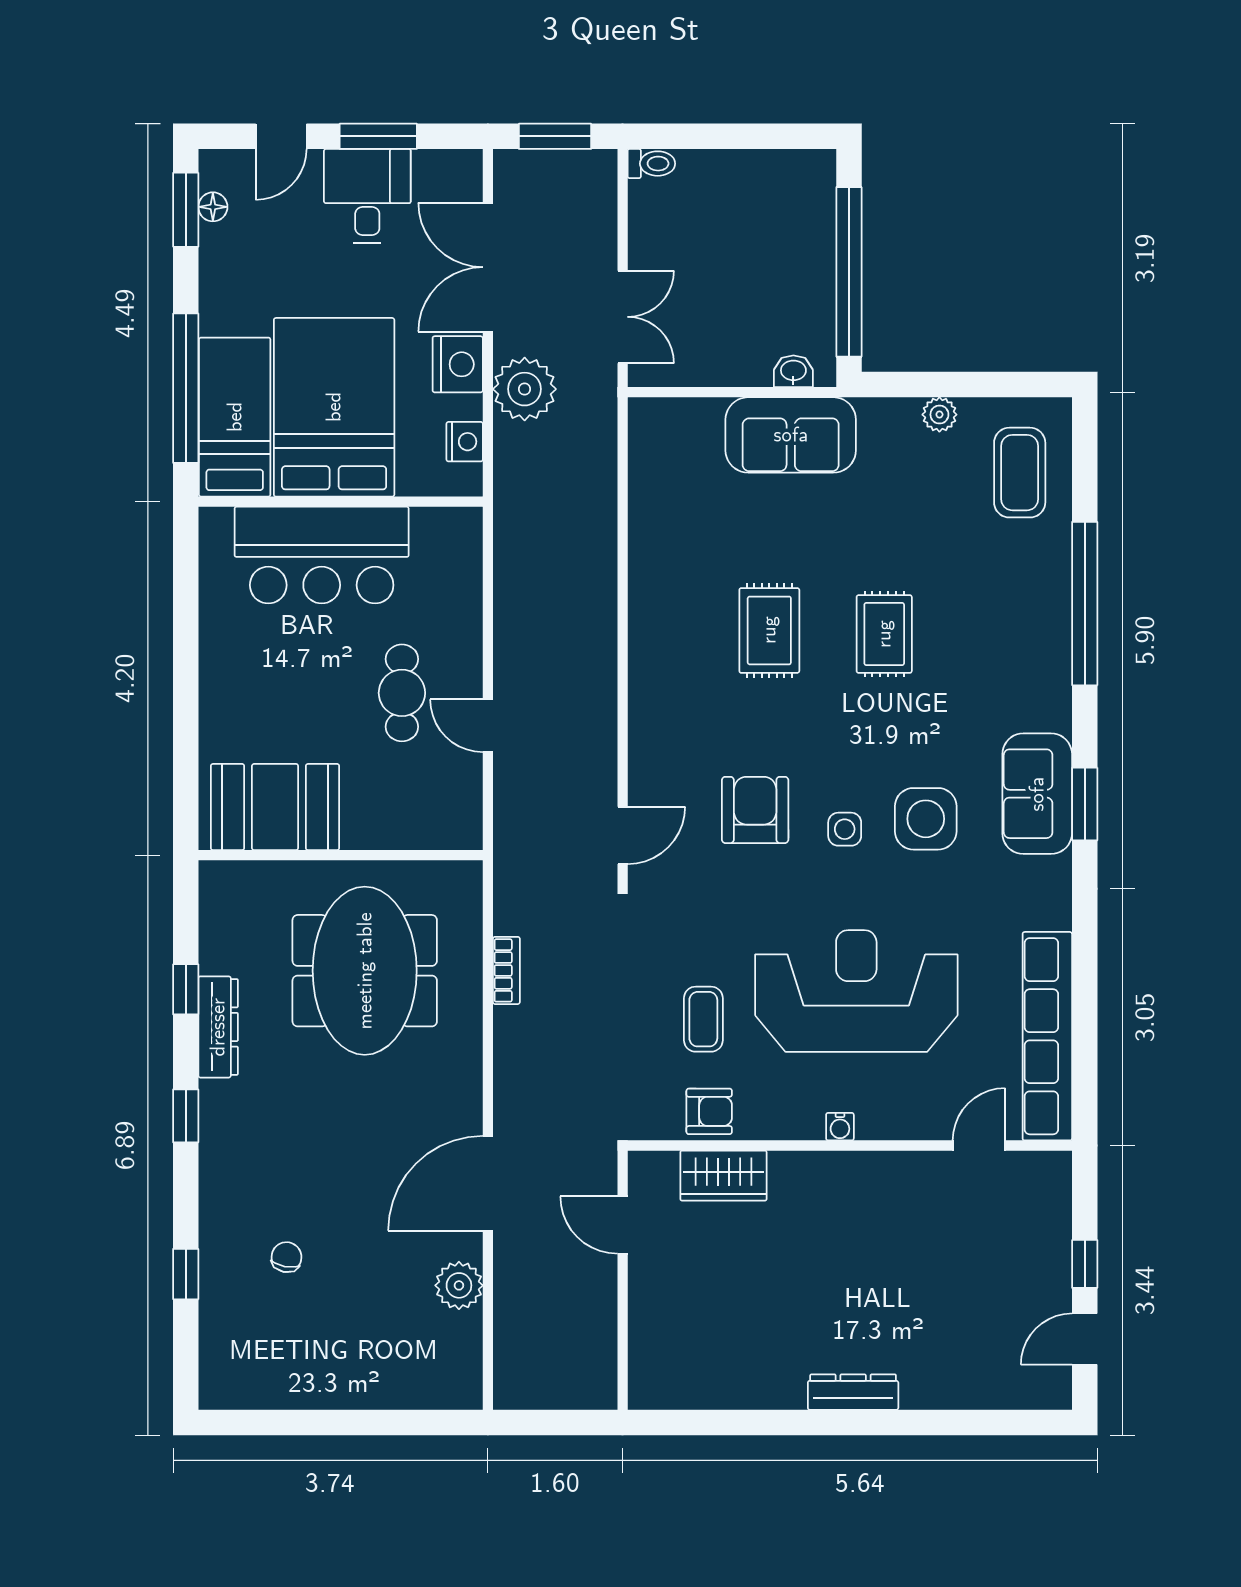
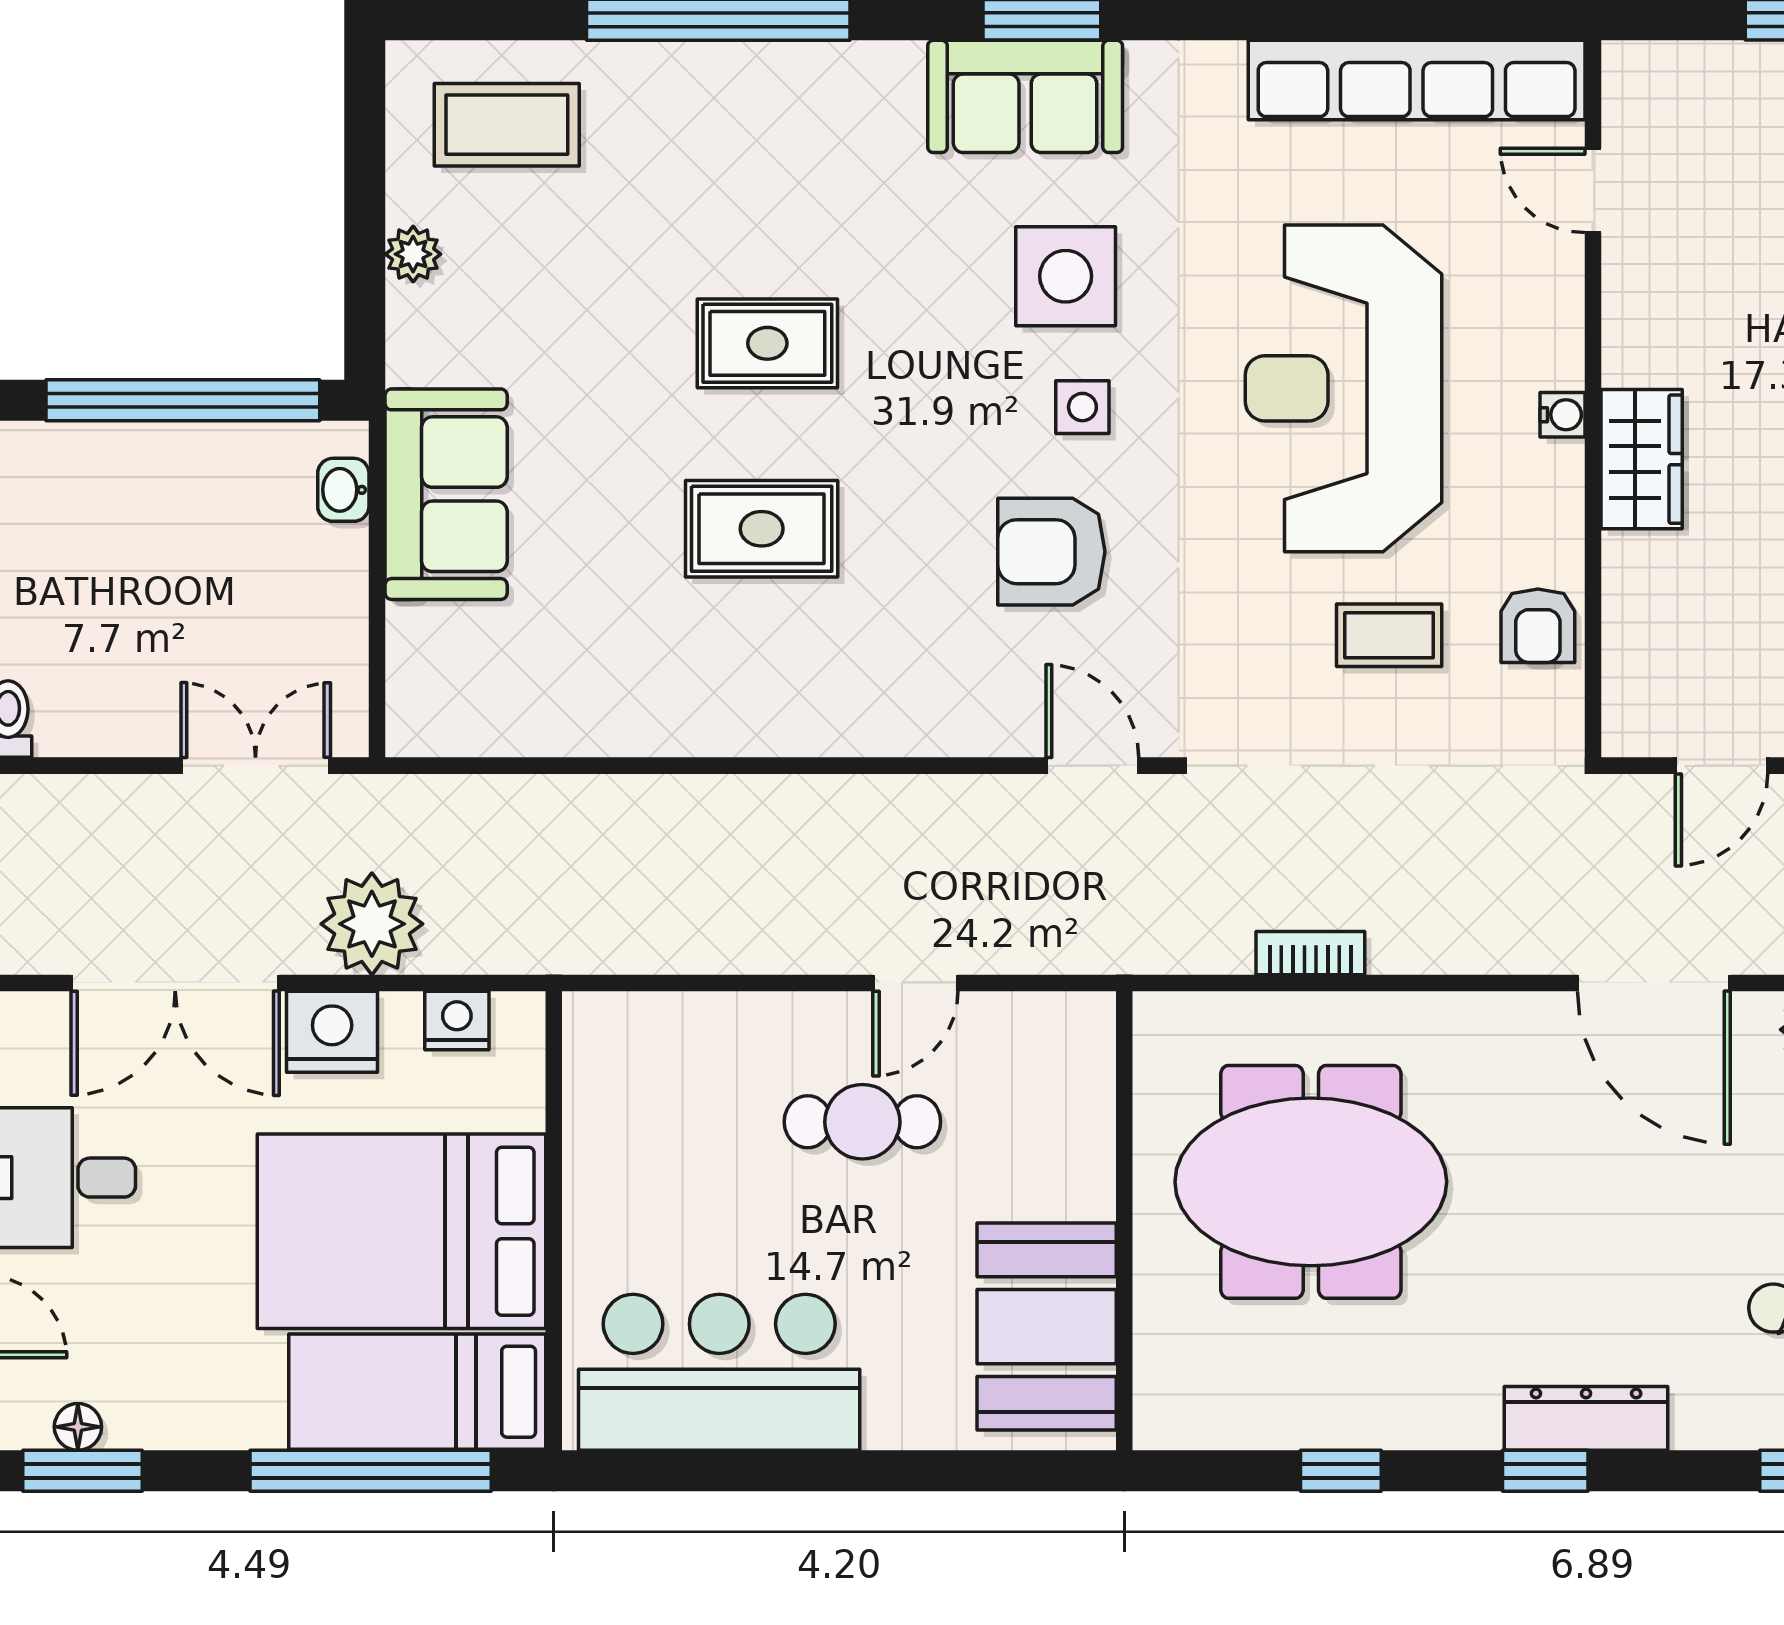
bar counter: (322, 555) -> (719, 1372), moved, turned -90
dresser: (218, 1027) -> (1586, 1418), moved
armchair: (709, 1111) -> (1538, 626), turned 180
wardrobe: (723, 1176) -> (1642, 459), moved

